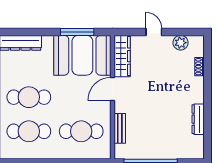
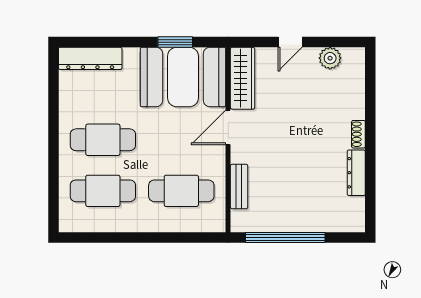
window: (77, 32) -> (175, 42), width x0.69
door: (154, 32) -> (290, 42), swing flipped
shoe rack: (200, 67) -> (358, 134), moved

